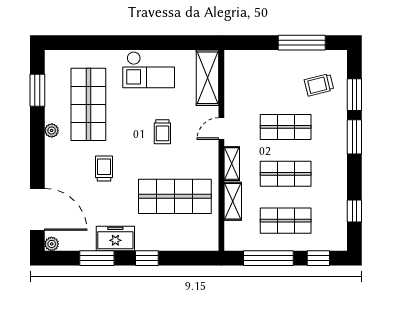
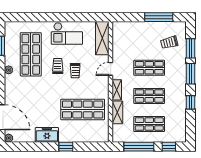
trolley: (104, 168) -> (58, 66), moved
window: (354, 211) -> (191, 102), moved
window: (97, 258) -> (36, 147), removed

